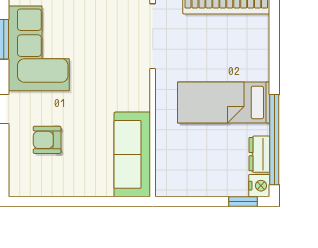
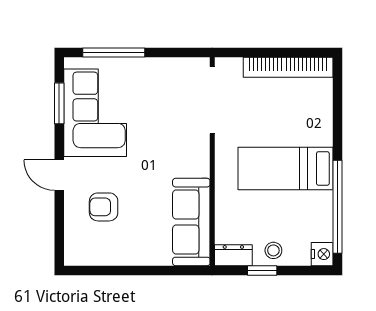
dresser: (259, 154) -> (233, 255), moved, turned 90
stool: (212, 182) -> (273, 250), added
window: (243, 202) -> (262, 270), moved

